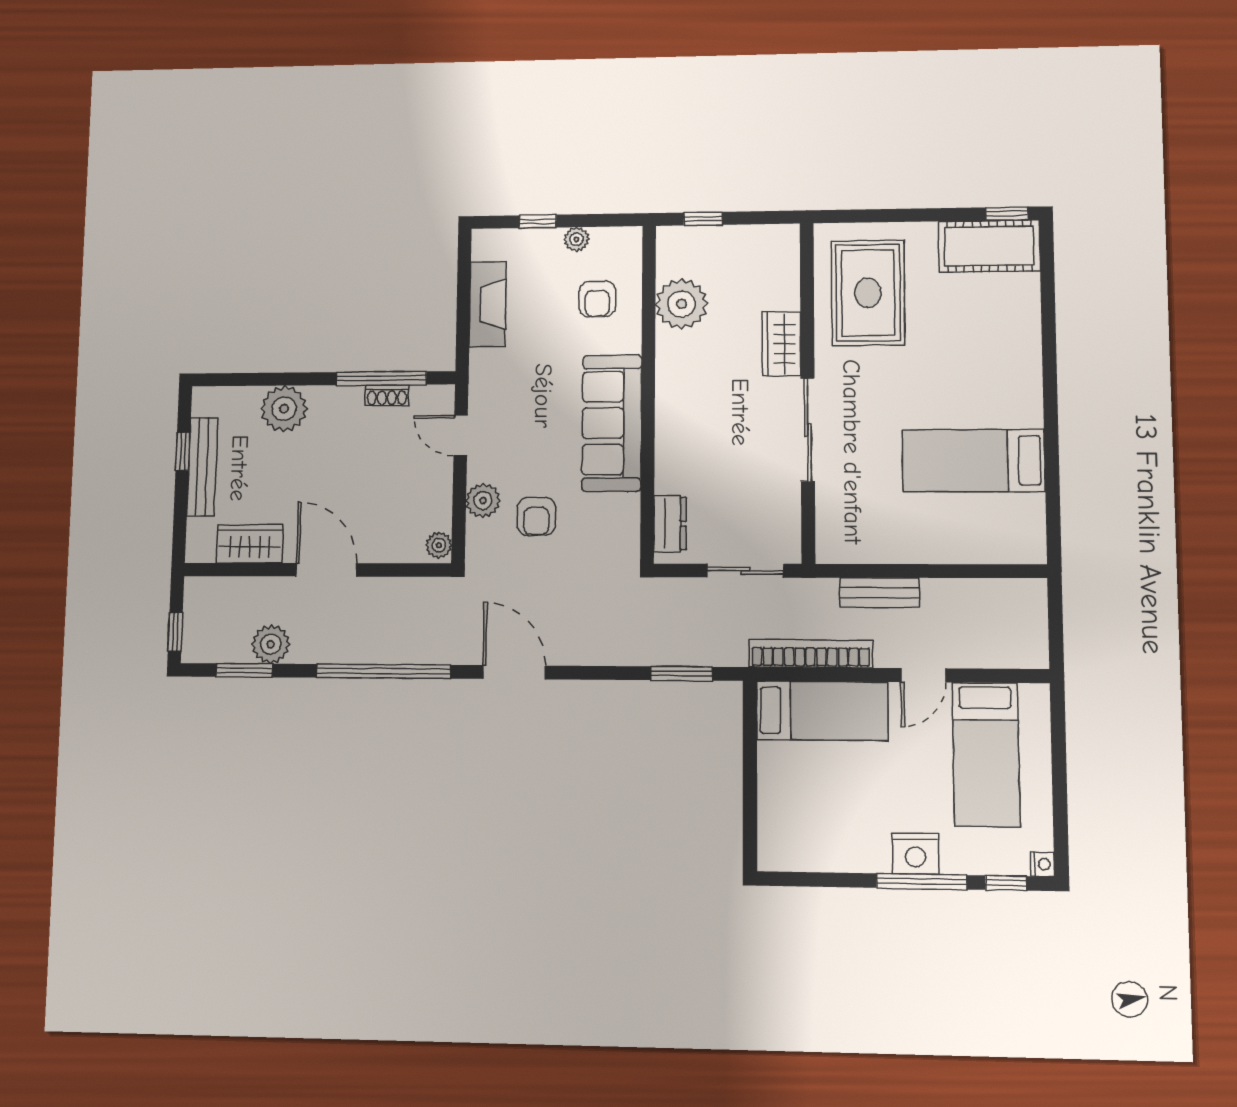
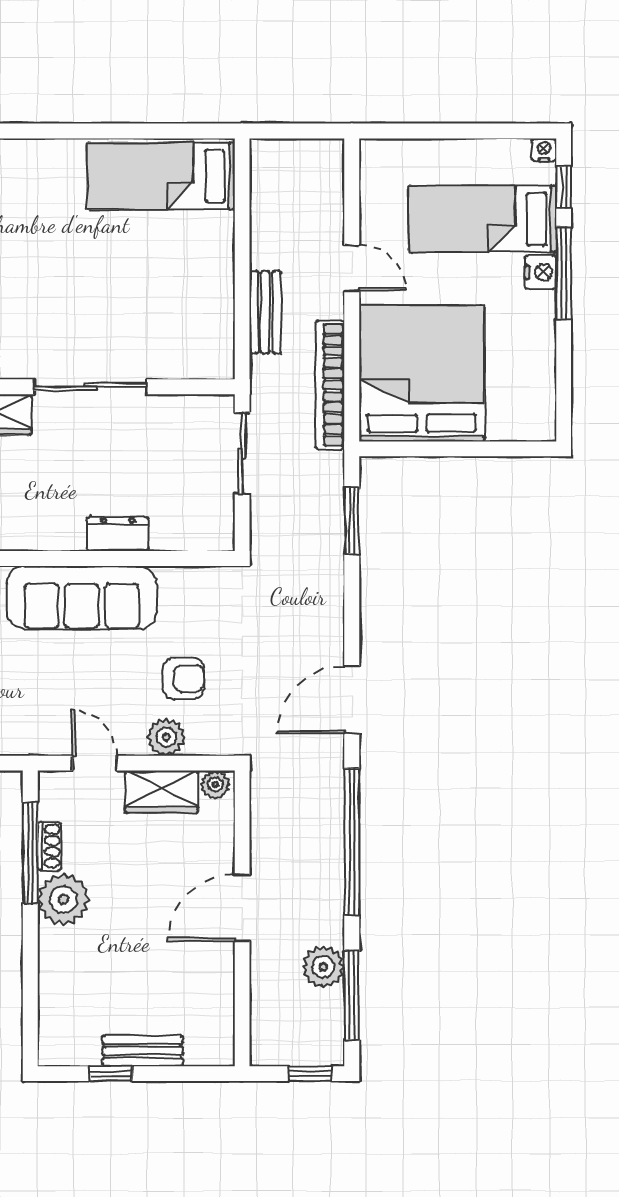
plant: (284, 409) -> (63, 899), moved
door: (461, 435) -> (94, 763), swing flipped
bed: (973, 461) -> (161, 176), moved, turned 90
bench: (202, 467) -> (143, 1051), width x0.73
dresser: (670, 524) -> (118, 534), moved
wardrobe: (250, 544) -> (162, 792), moved, turned -90
window: (244, 670) -> (352, 995), width x1.44
bed: (822, 711) -> (422, 373), width x2.04
bed: (986, 754) -> (482, 219), moved, turned 180
nightstand: (916, 854) -> (541, 272), width x0.74, depth x0.75

